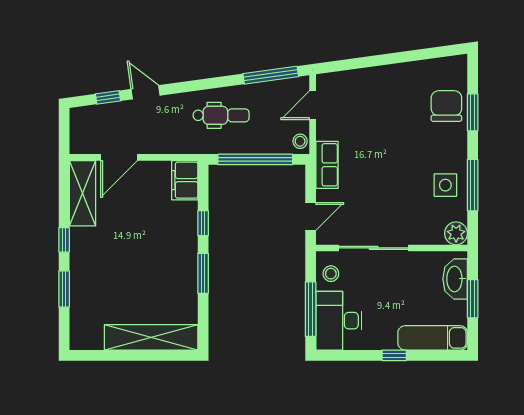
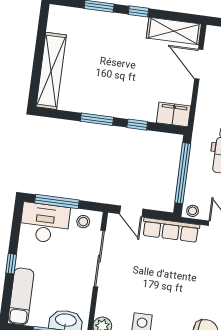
row of seats: (327, 165) -> (171, 230), width x1.48

